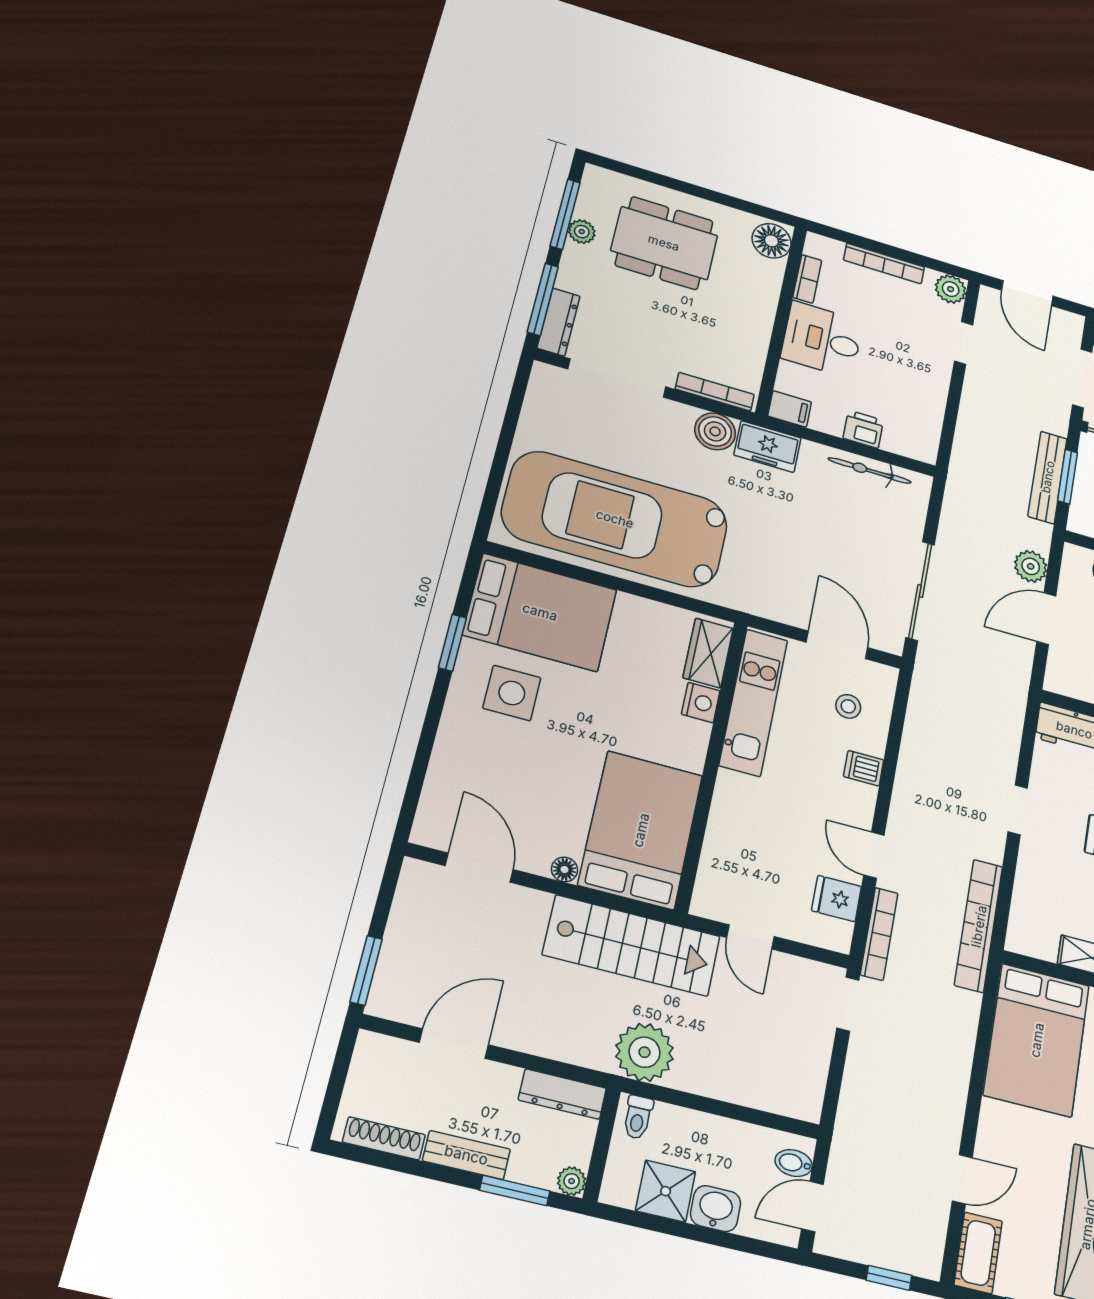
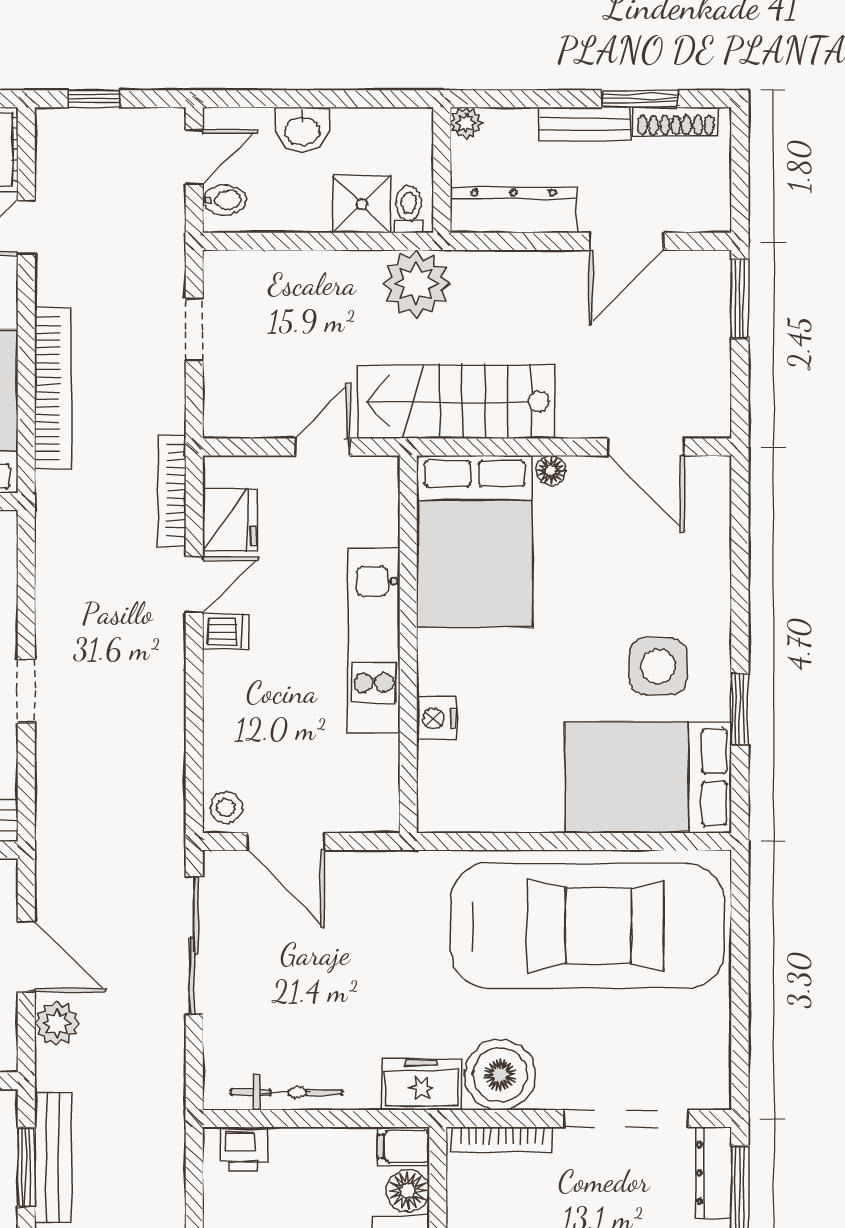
floor lamp: (792, 379) -> (408, 1191), added
printer: (863, 429) -> (244, 1149), moved
boiler: (715, 431) -> (500, 1075), width x1.37, depth x1.37
door: (1046, 619) -> (26, 957), hinge flipped
wardrobe: (708, 653) -> (440, 784), removed
kitchen unit: (753, 702) -> (374, 640), moved
stool: (848, 706) -> (226, 808), moved
dishwasher: (864, 768) -> (225, 632), moved
door: (874, 855) -> (194, 585), hinge flipped
fridge: (837, 899) -> (230, 520), width x1.38
bookcase: (979, 926) -> (53, 388), moved
door: (750, 937) -> (322, 447), hinge flipped
doorway: (848, 1004) -> (194, 329), moved
dresser: (562, 1094) -> (514, 210), width x1.37, depth x1.24
window: (515, 1191) -> (640, 99), moved
shower: (666, 1191) -> (362, 204), moved

